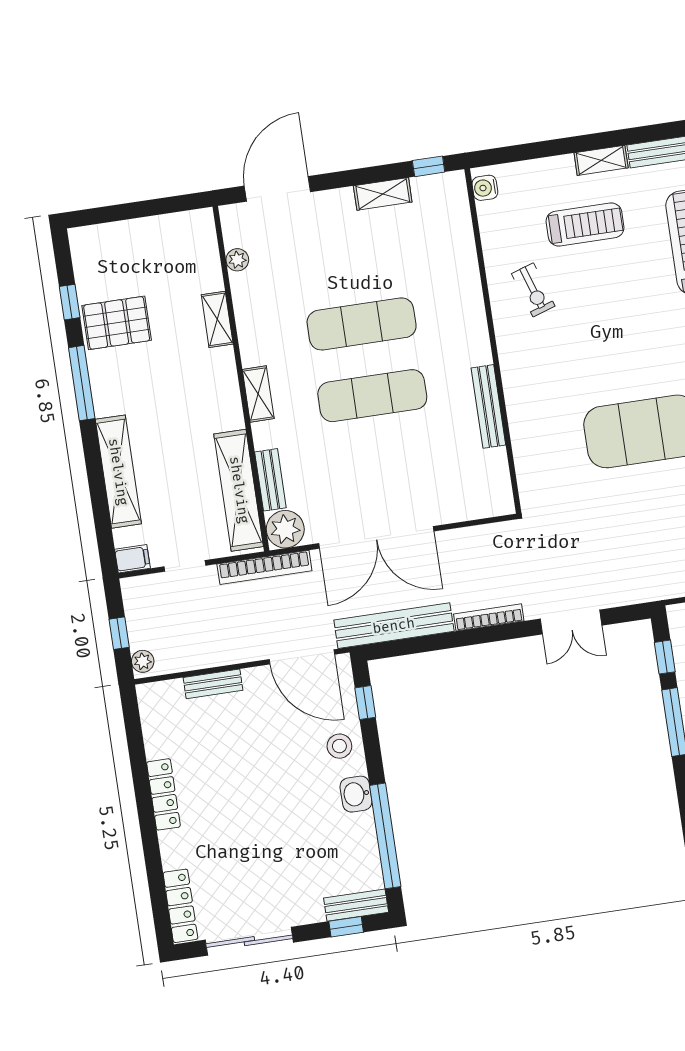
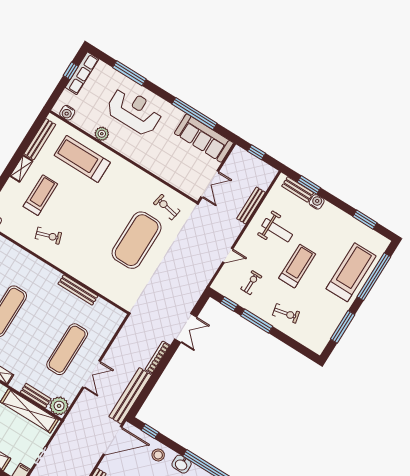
exercise mat: (372, 396) -> (67, 349), moved
double door: (376, 537) -> (91, 374), width x0.54
bookcase: (264, 567) -> (67, 426), removed

